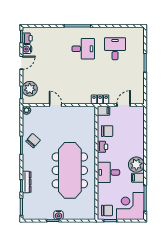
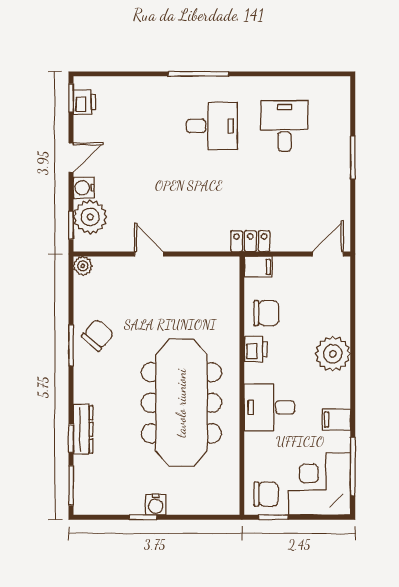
water cooler: (27, 49) -> (84, 188), moved
door: (124, 105) -> (328, 254), moved
plant: (136, 165) -> (333, 354), moved

